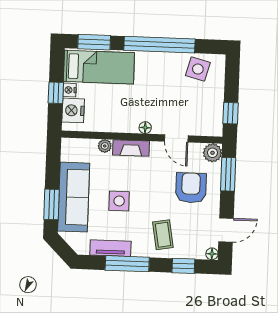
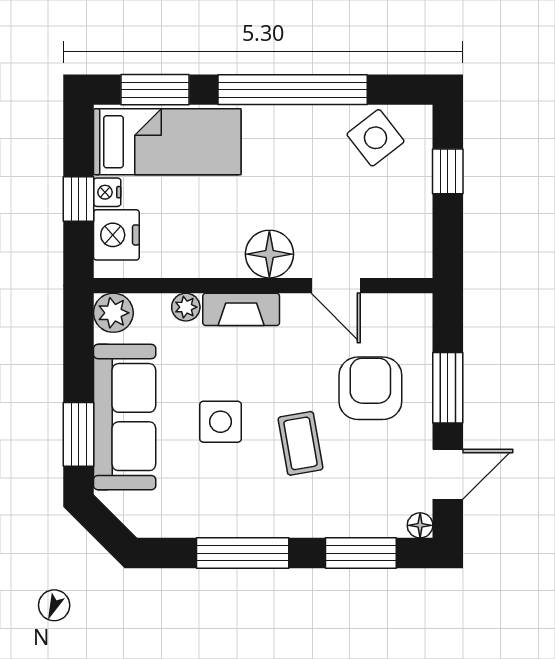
side table: (198, 69) -> (376, 138), turned 37
window: (231, 113) -> (448, 171), moved
floor lamp: (145, 128) -> (269, 254), width x1.89, depth x1.89
plant: (212, 153) -> (113, 313), moved
window: (228, 174) -> (448, 388), moved
coffee table: (163, 235) -> (300, 443), moved
tv unit: (110, 248) -> (206, 522), removed
window: (183, 266) -> (361, 553), width x1.50

